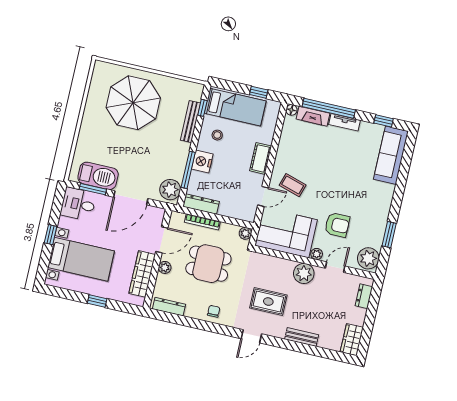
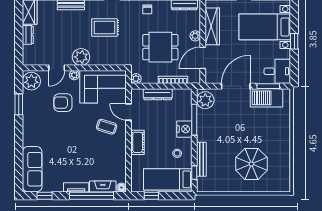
parasol: (133, 103) -> (251, 164), width x0.73, depth x0.73
door: (263, 196) -> (128, 112), hinge flipped
dresser: (201, 204) -> (158, 94), moved
dresser: (364, 296) -> (28, 35), moved

